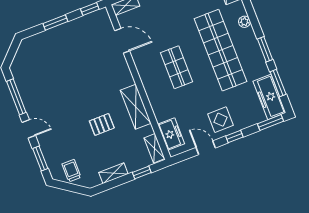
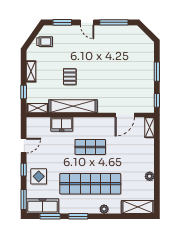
shelving: (136, 107) -> (73, 106), width x1.47
display table: (221, 120) -> (39, 176), moved
door: (29, 129) -> (87, 22), hinge flipped
freezer: (171, 134) -> (62, 124), moved

